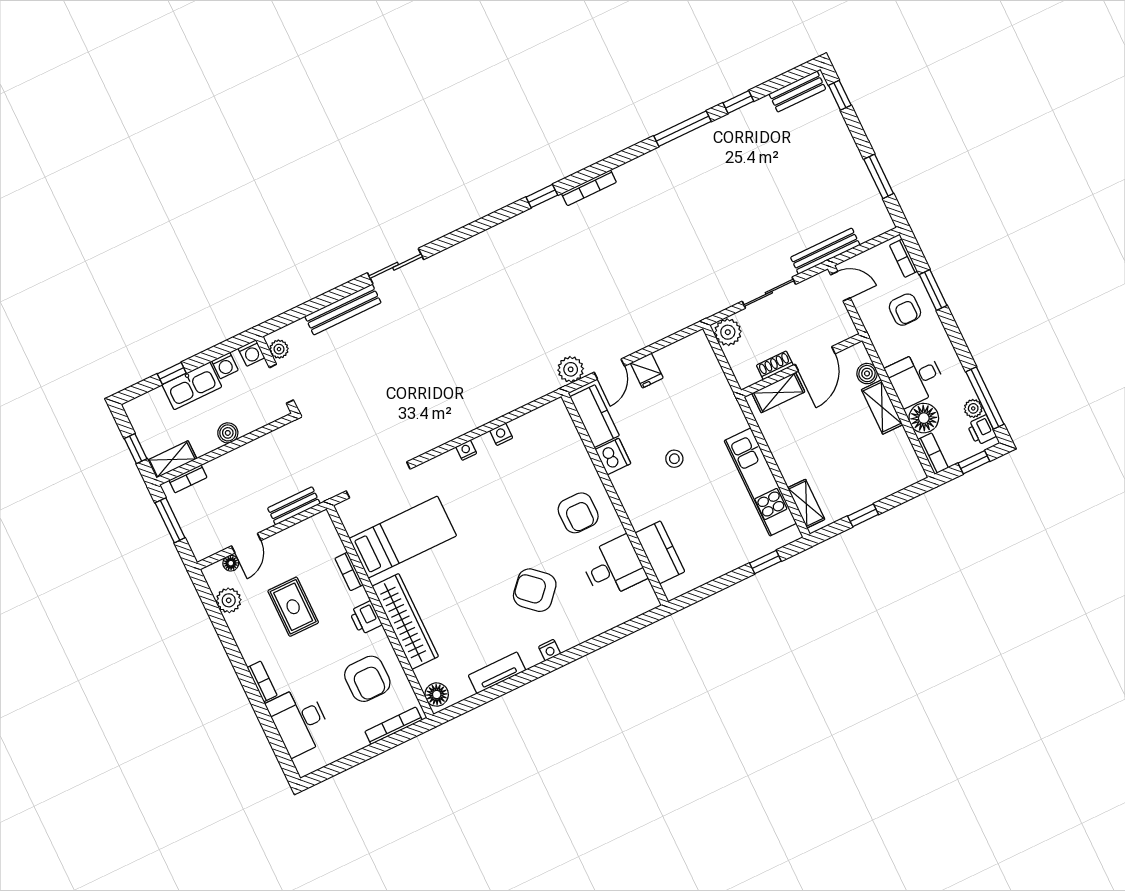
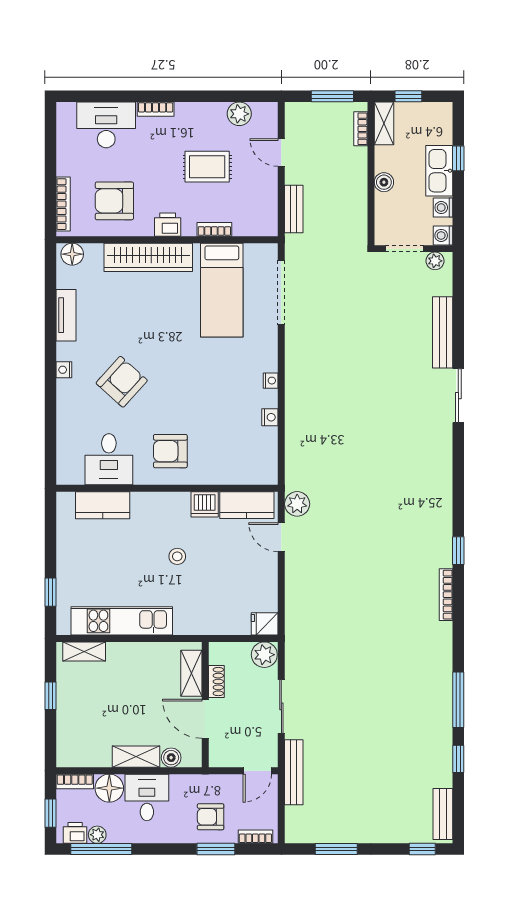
fridge: (647, 371) -> (265, 624), moved
floor lamp: (231, 563) -> (270, 131), removed

